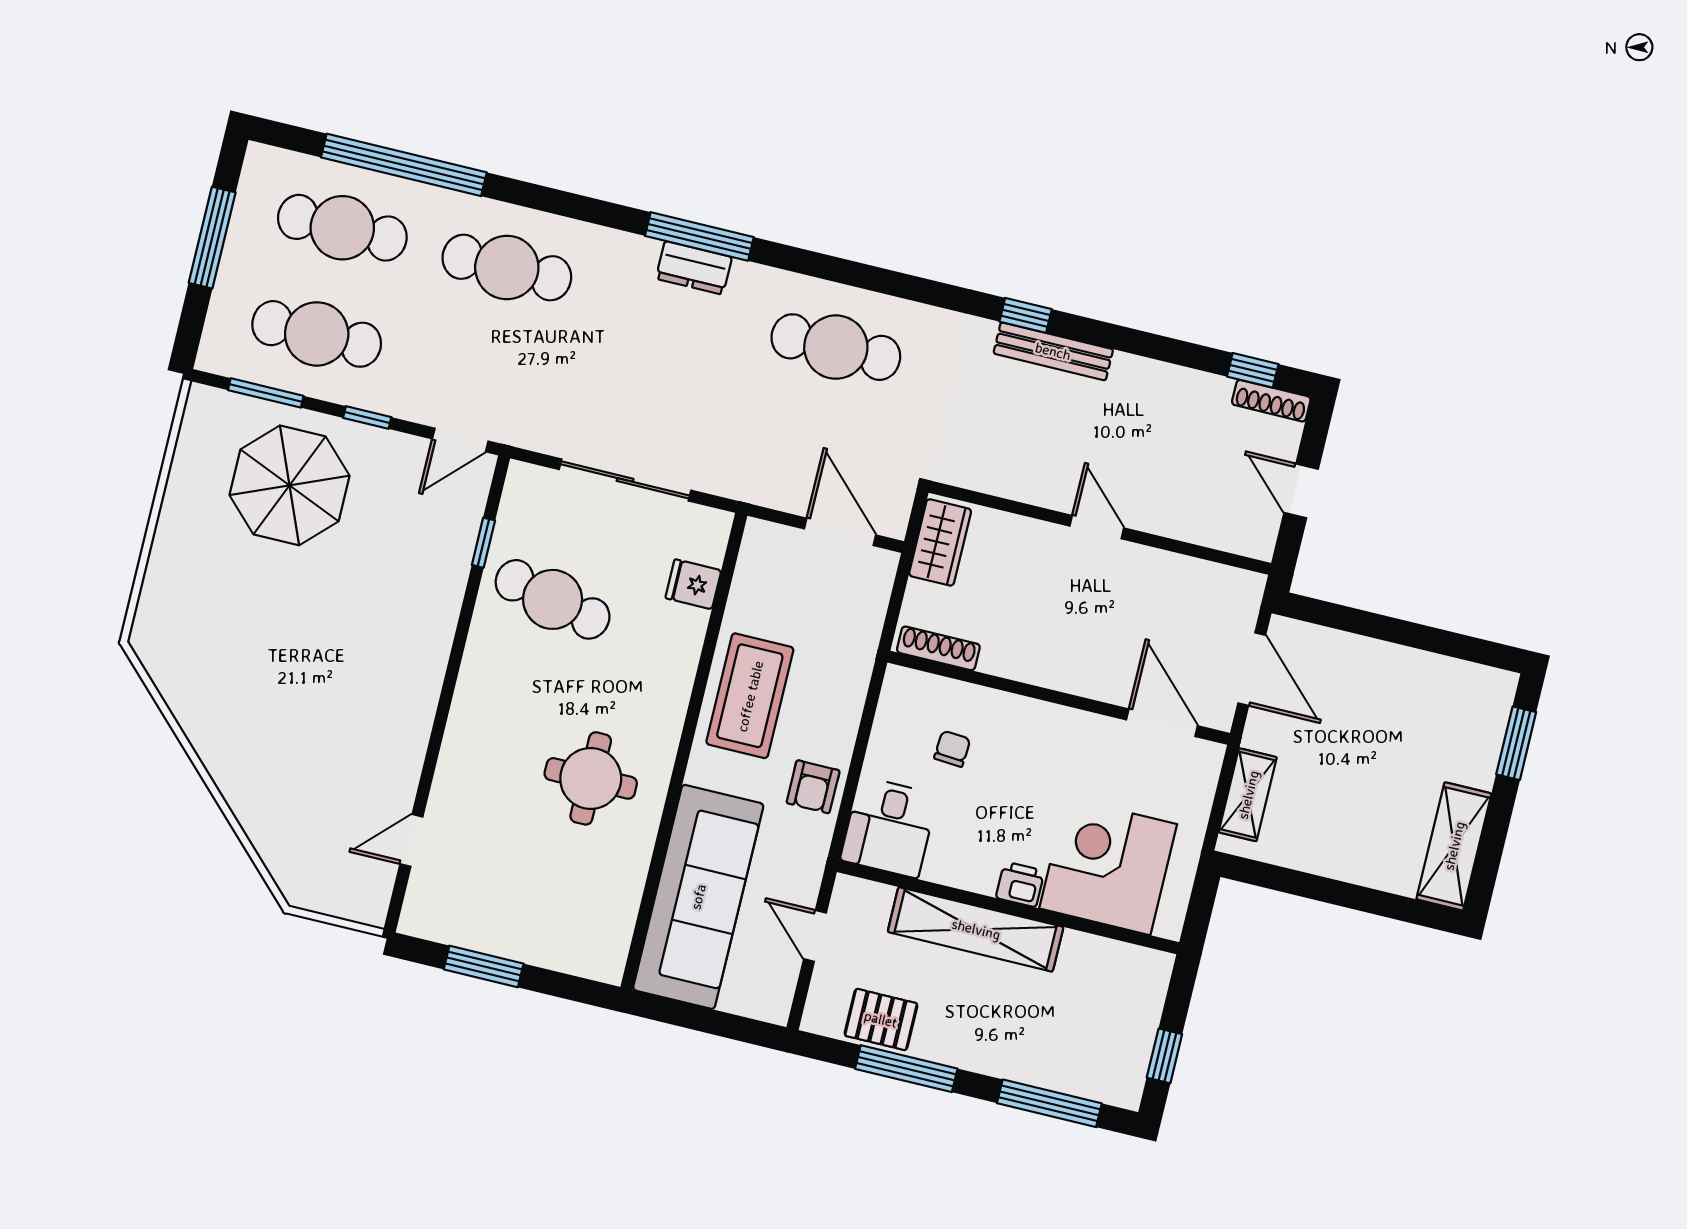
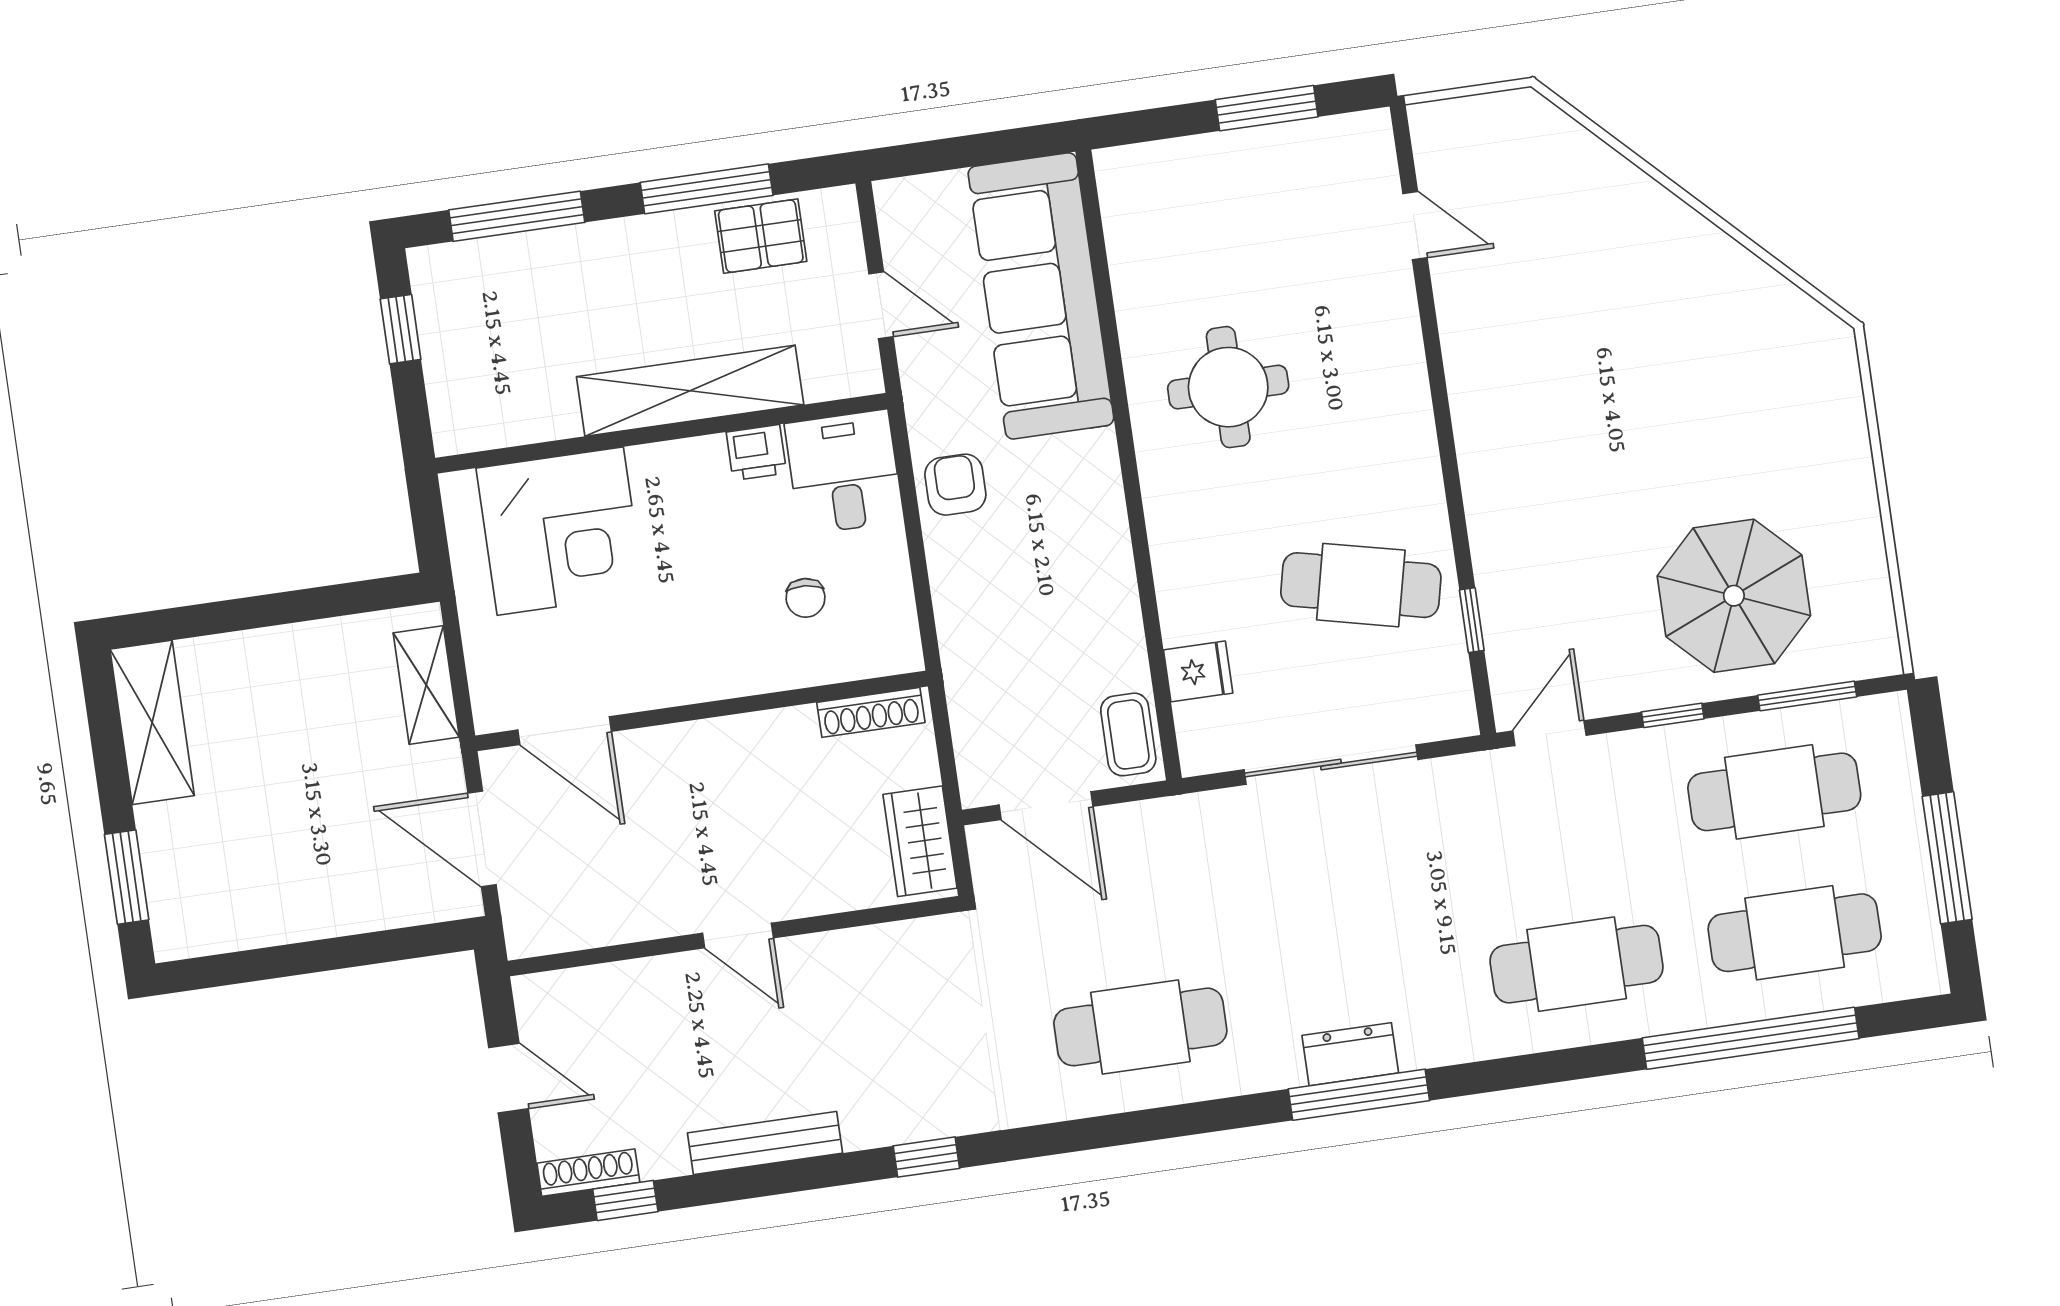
bench: (1053, 351) -> (765, 1143), moved
coffee table: (750, 696) -> (1128, 734), moved, width x0.54, depth x0.58
door: (411, 840) -> (1415, 226), hinge flipped
printer: (1020, 884) -> (756, 453), moved

